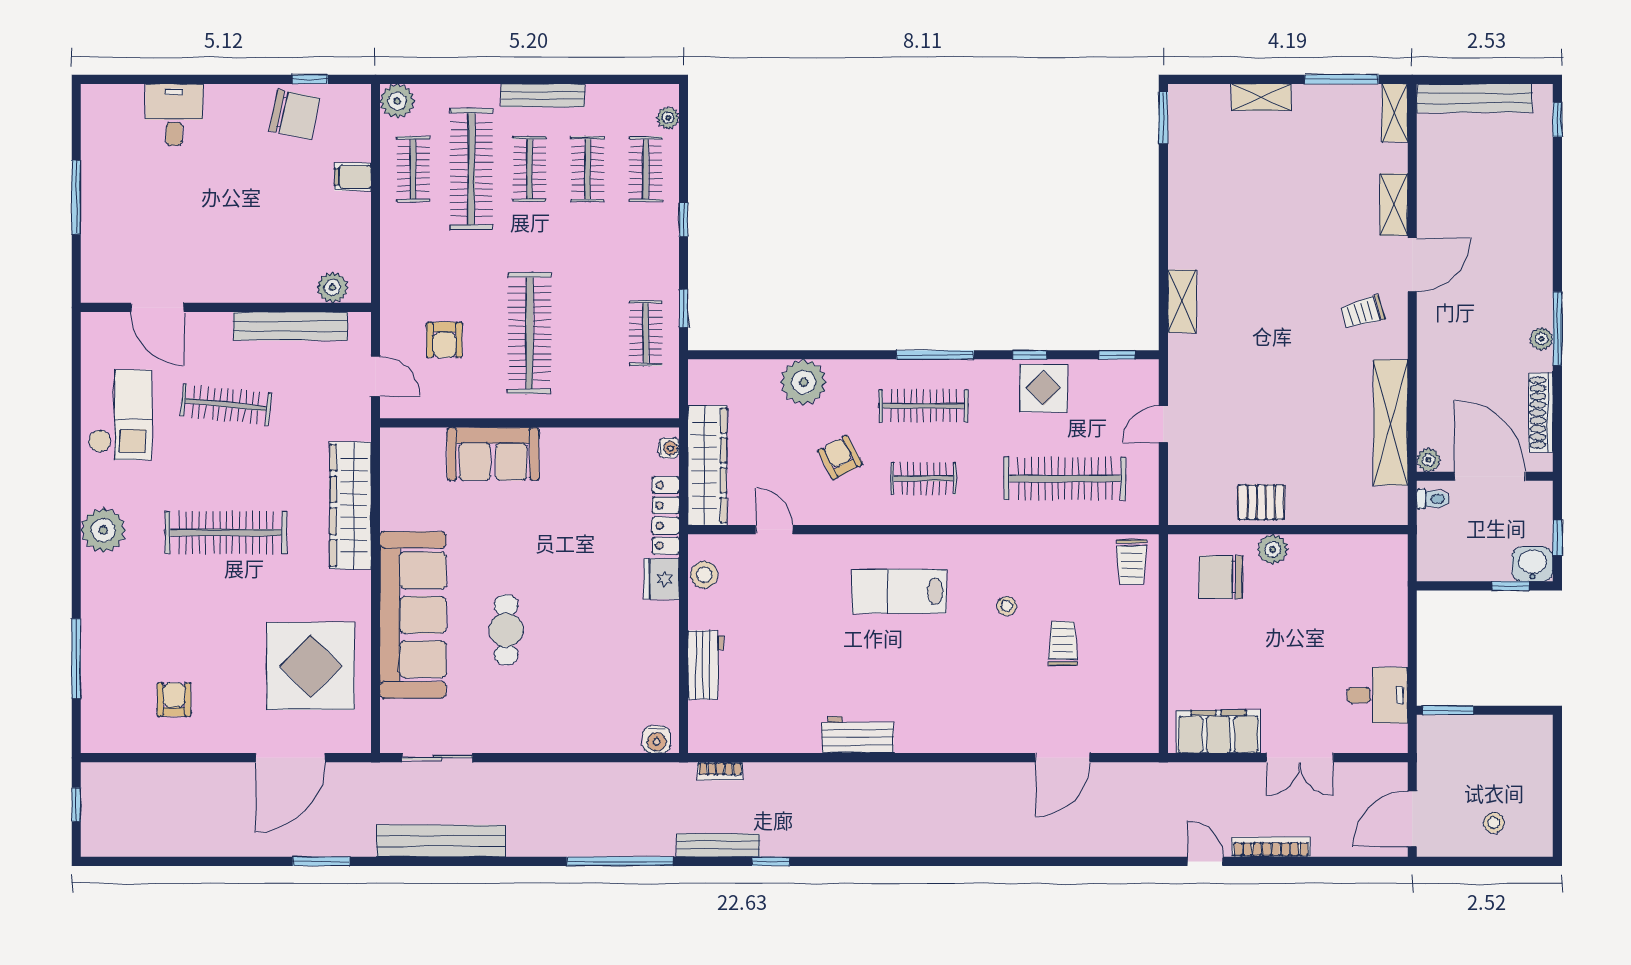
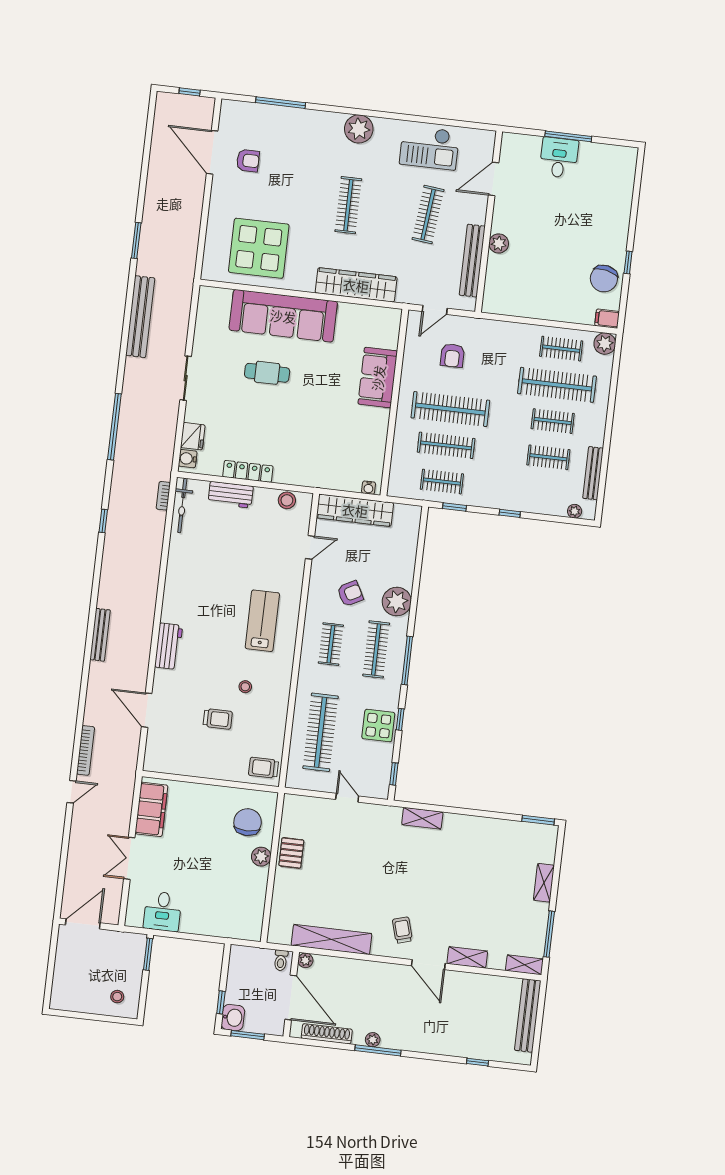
window: (310, 79) -> (628, 262), moved
bench: (543, 95) -> (593, 473), moved
desk: (174, 115) -> (559, 158), moved, turned -90
window: (1557, 120) -> (477, 1062), moved
clothes rail: (646, 169) -> (446, 445), moved, width x1.36
filing cabinet: (353, 177) -> (607, 319), moved, turned -90
plant: (332, 287) -> (499, 243), moved
armchair: (444, 340) -> (452, 356), turned -90
plant: (804, 382) -> (397, 602), moved
door: (1490, 476) -> (291, 998), hinge flipped
locker: (666, 515) -> (248, 471), moved
clothes rail: (226, 533) -> (348, 205), width x0.73, depth x0.76
window: (1557, 538) -> (248, 1035), width x1.50
fridge: (662, 579) -> (193, 436), moved, turned 90
workbench: (858, 735) -> (169, 646), moved
bicycle: (732, 739) -> (182, 505), added
door: (290, 758) -> (212, 152), moved
sliding door: (437, 758) -> (186, 378), moved
door: (1412, 819) -> (83, 924), hinge flipped
stool: (1494, 823) -> (117, 997), moved
bench: (718, 845) -> (100, 635), moved
bookcase: (1271, 847) -> (86, 750), moved

